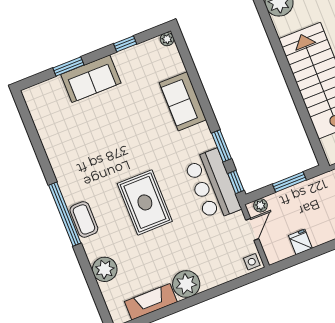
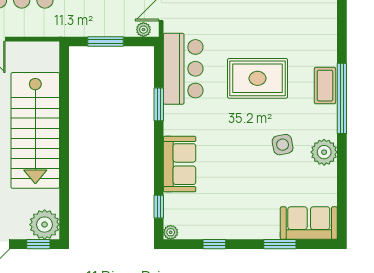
sofa: (91, 79) -> (309, 223), moved
side table: (100, 154) -> (283, 145), added
window: (236, 182) -> (159, 207), moved
rug: (145, 202) -> (258, 78), turned 90
plant: (105, 269) -> (324, 152), moved

